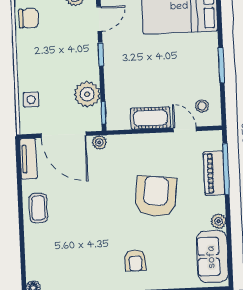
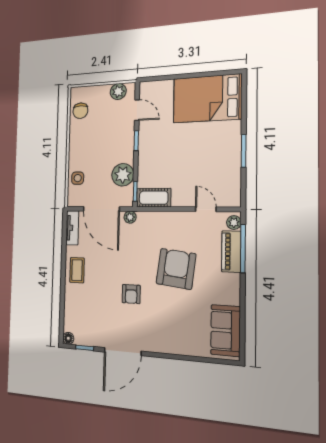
chair: (29, 18) -> (80, 111), turned 90
door: (99, 19) -> (137, 110), hinge flipped
stool: (202, 106) -> (223, 188), removed
cot: (150, 118) -> (154, 198), moved
plant: (219, 221) -> (234, 223), moved
armchair: (135, 261) -> (131, 294), moved

